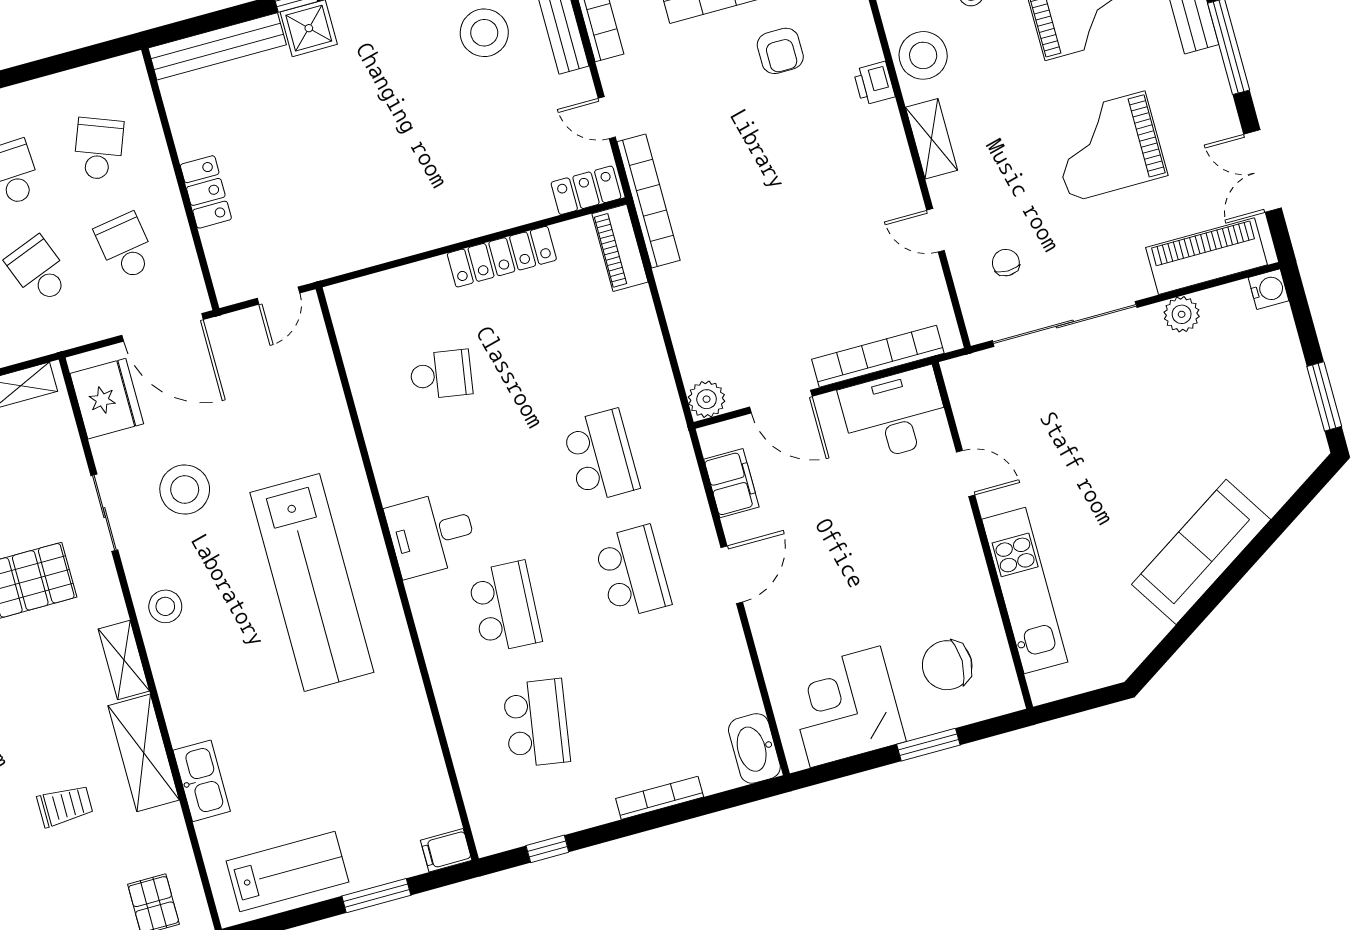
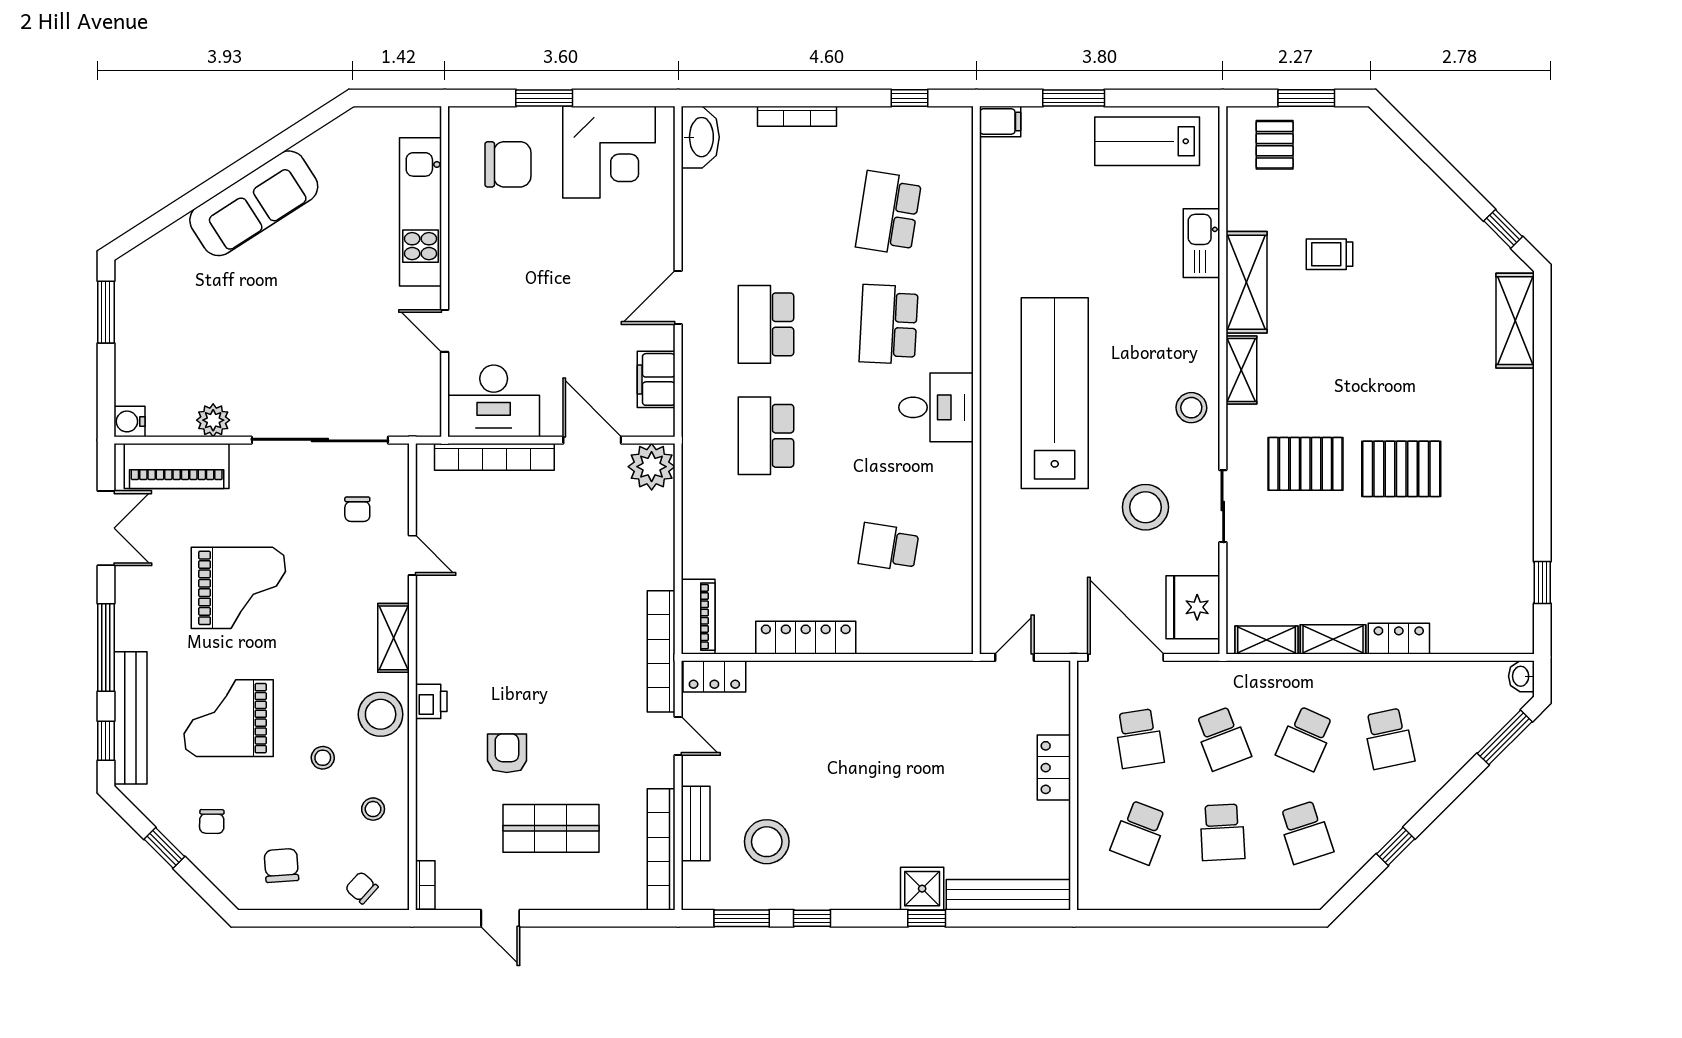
plant: (707, 399) -> (652, 467), width x1.36, depth x1.36

